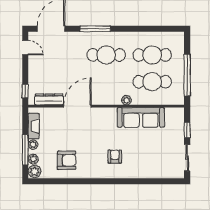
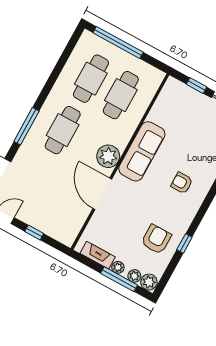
window: (187, 75) -> (118, 42), moved
window: (25, 91) -> (34, 233), moved
dresser: (49, 99) -> (77, 221), removed
plant: (126, 100) -> (108, 156), moved, width x1.87, depth x1.87
sofa: (141, 117) -> (142, 151), moved
window: (74, 181) -> (184, 243), added

